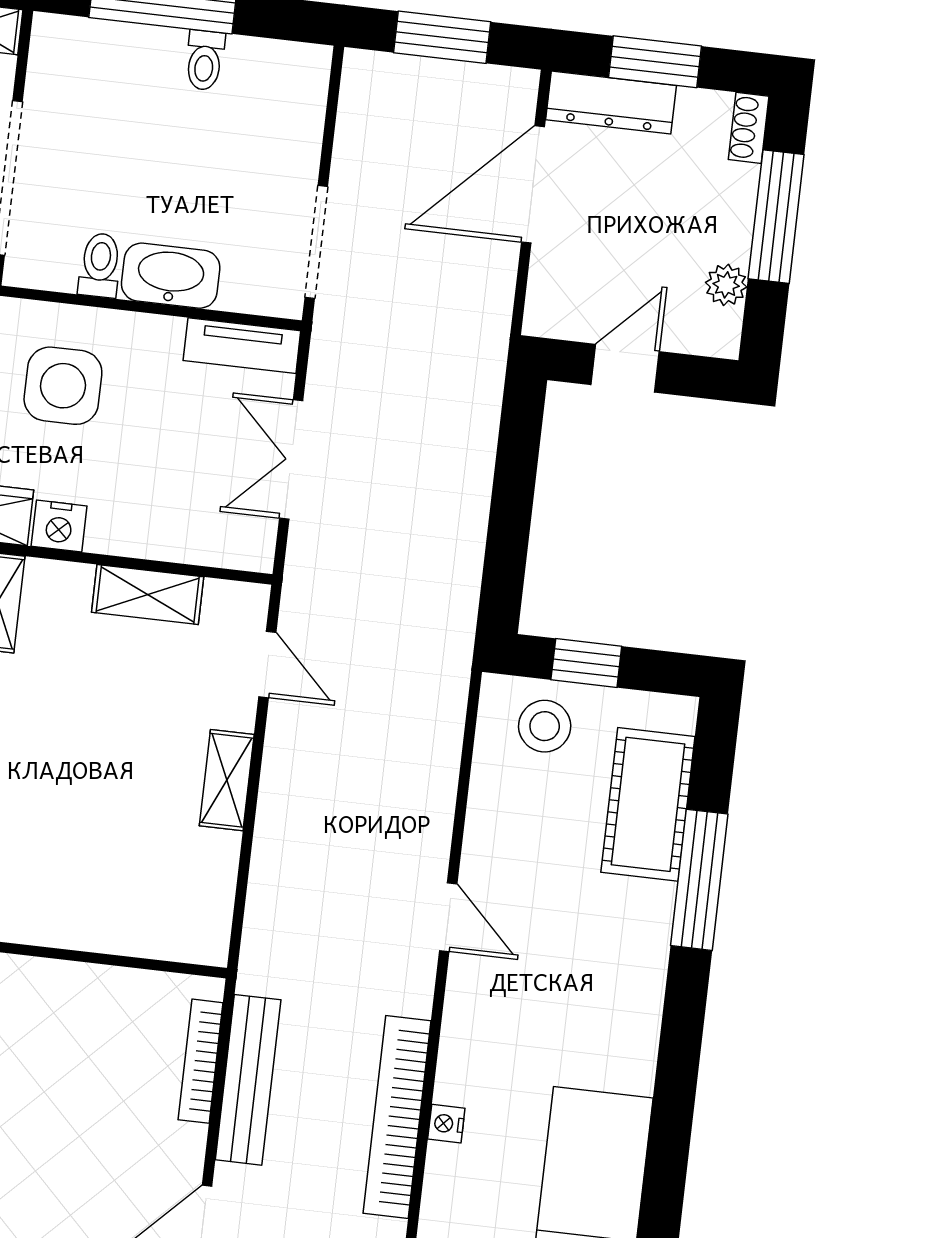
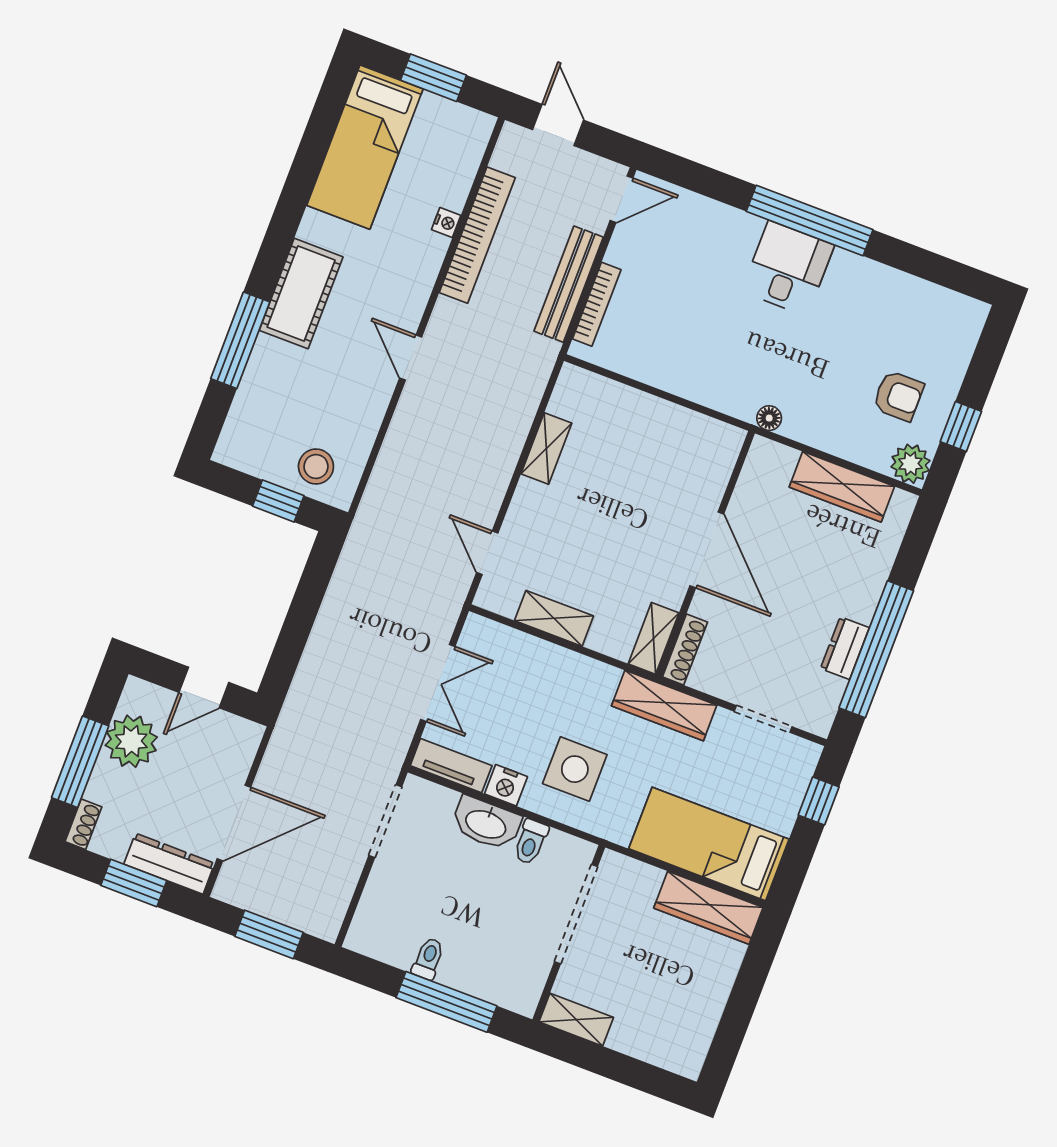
plant: (726, 285) -> (131, 741), width x1.88, depth x1.88
nightstand: (59, 526) -> (506, 785), moved, turned 180
shelving: (227, 780) -> (546, 449), moved
cot: (648, 804) -> (301, 294), moved

